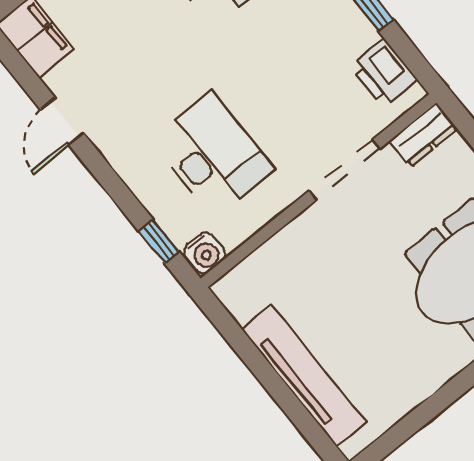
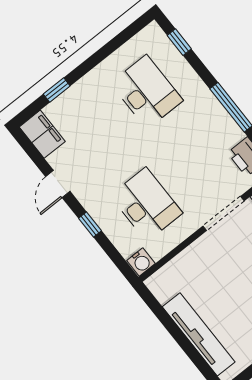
window: (159, 241) -> (90, 225), moved

